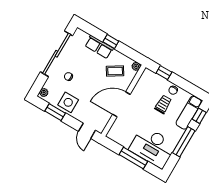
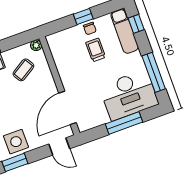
window: (164, 73) -> (83, 16), moved
door: (121, 104) -> (68, 108), moved
window: (184, 142) -> (154, 72), moved

